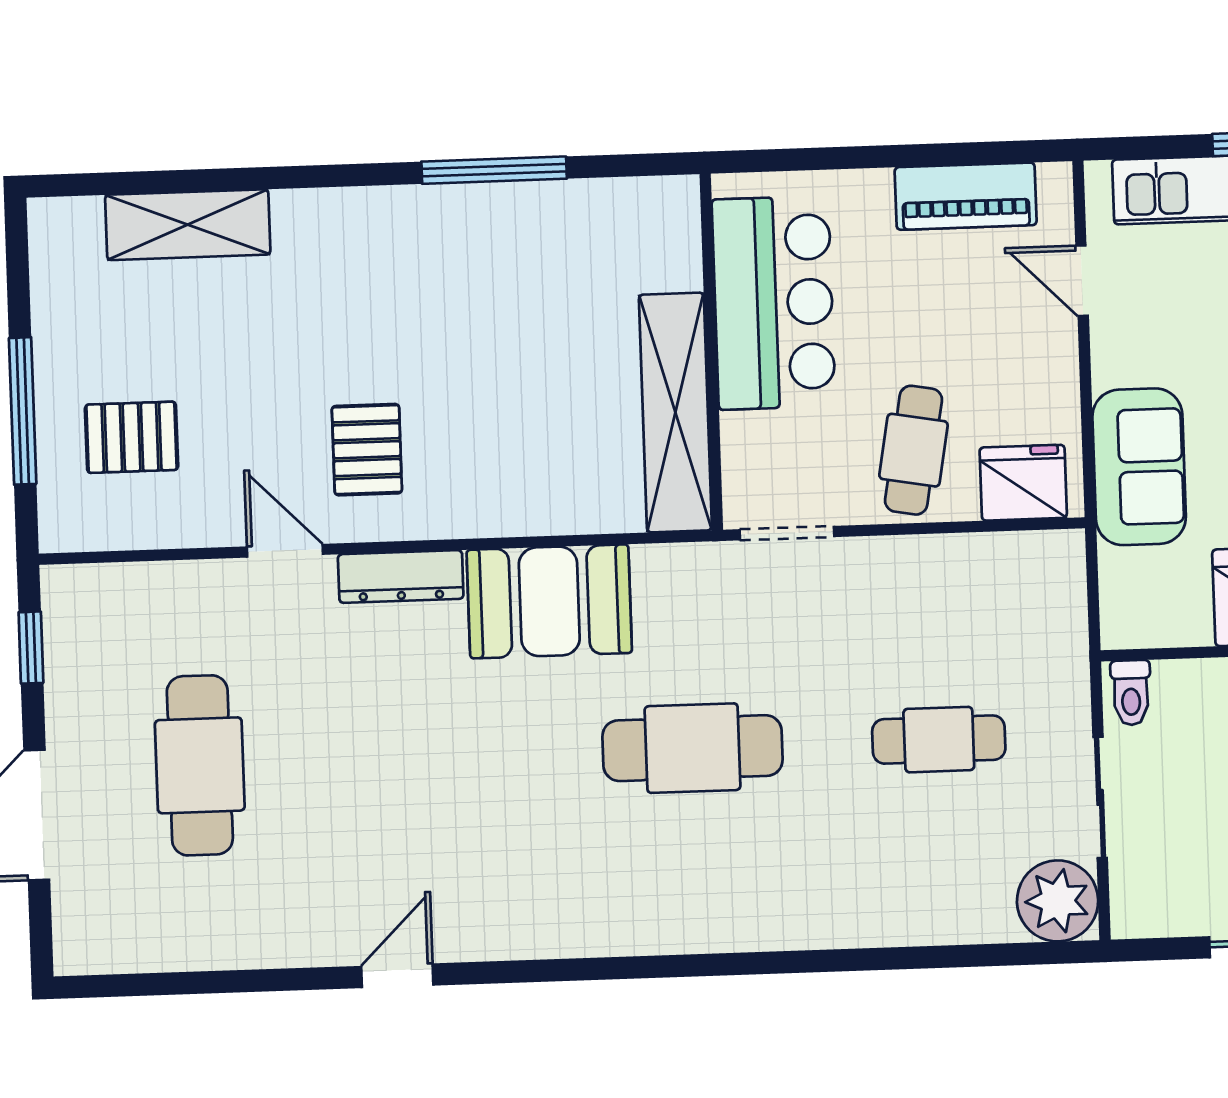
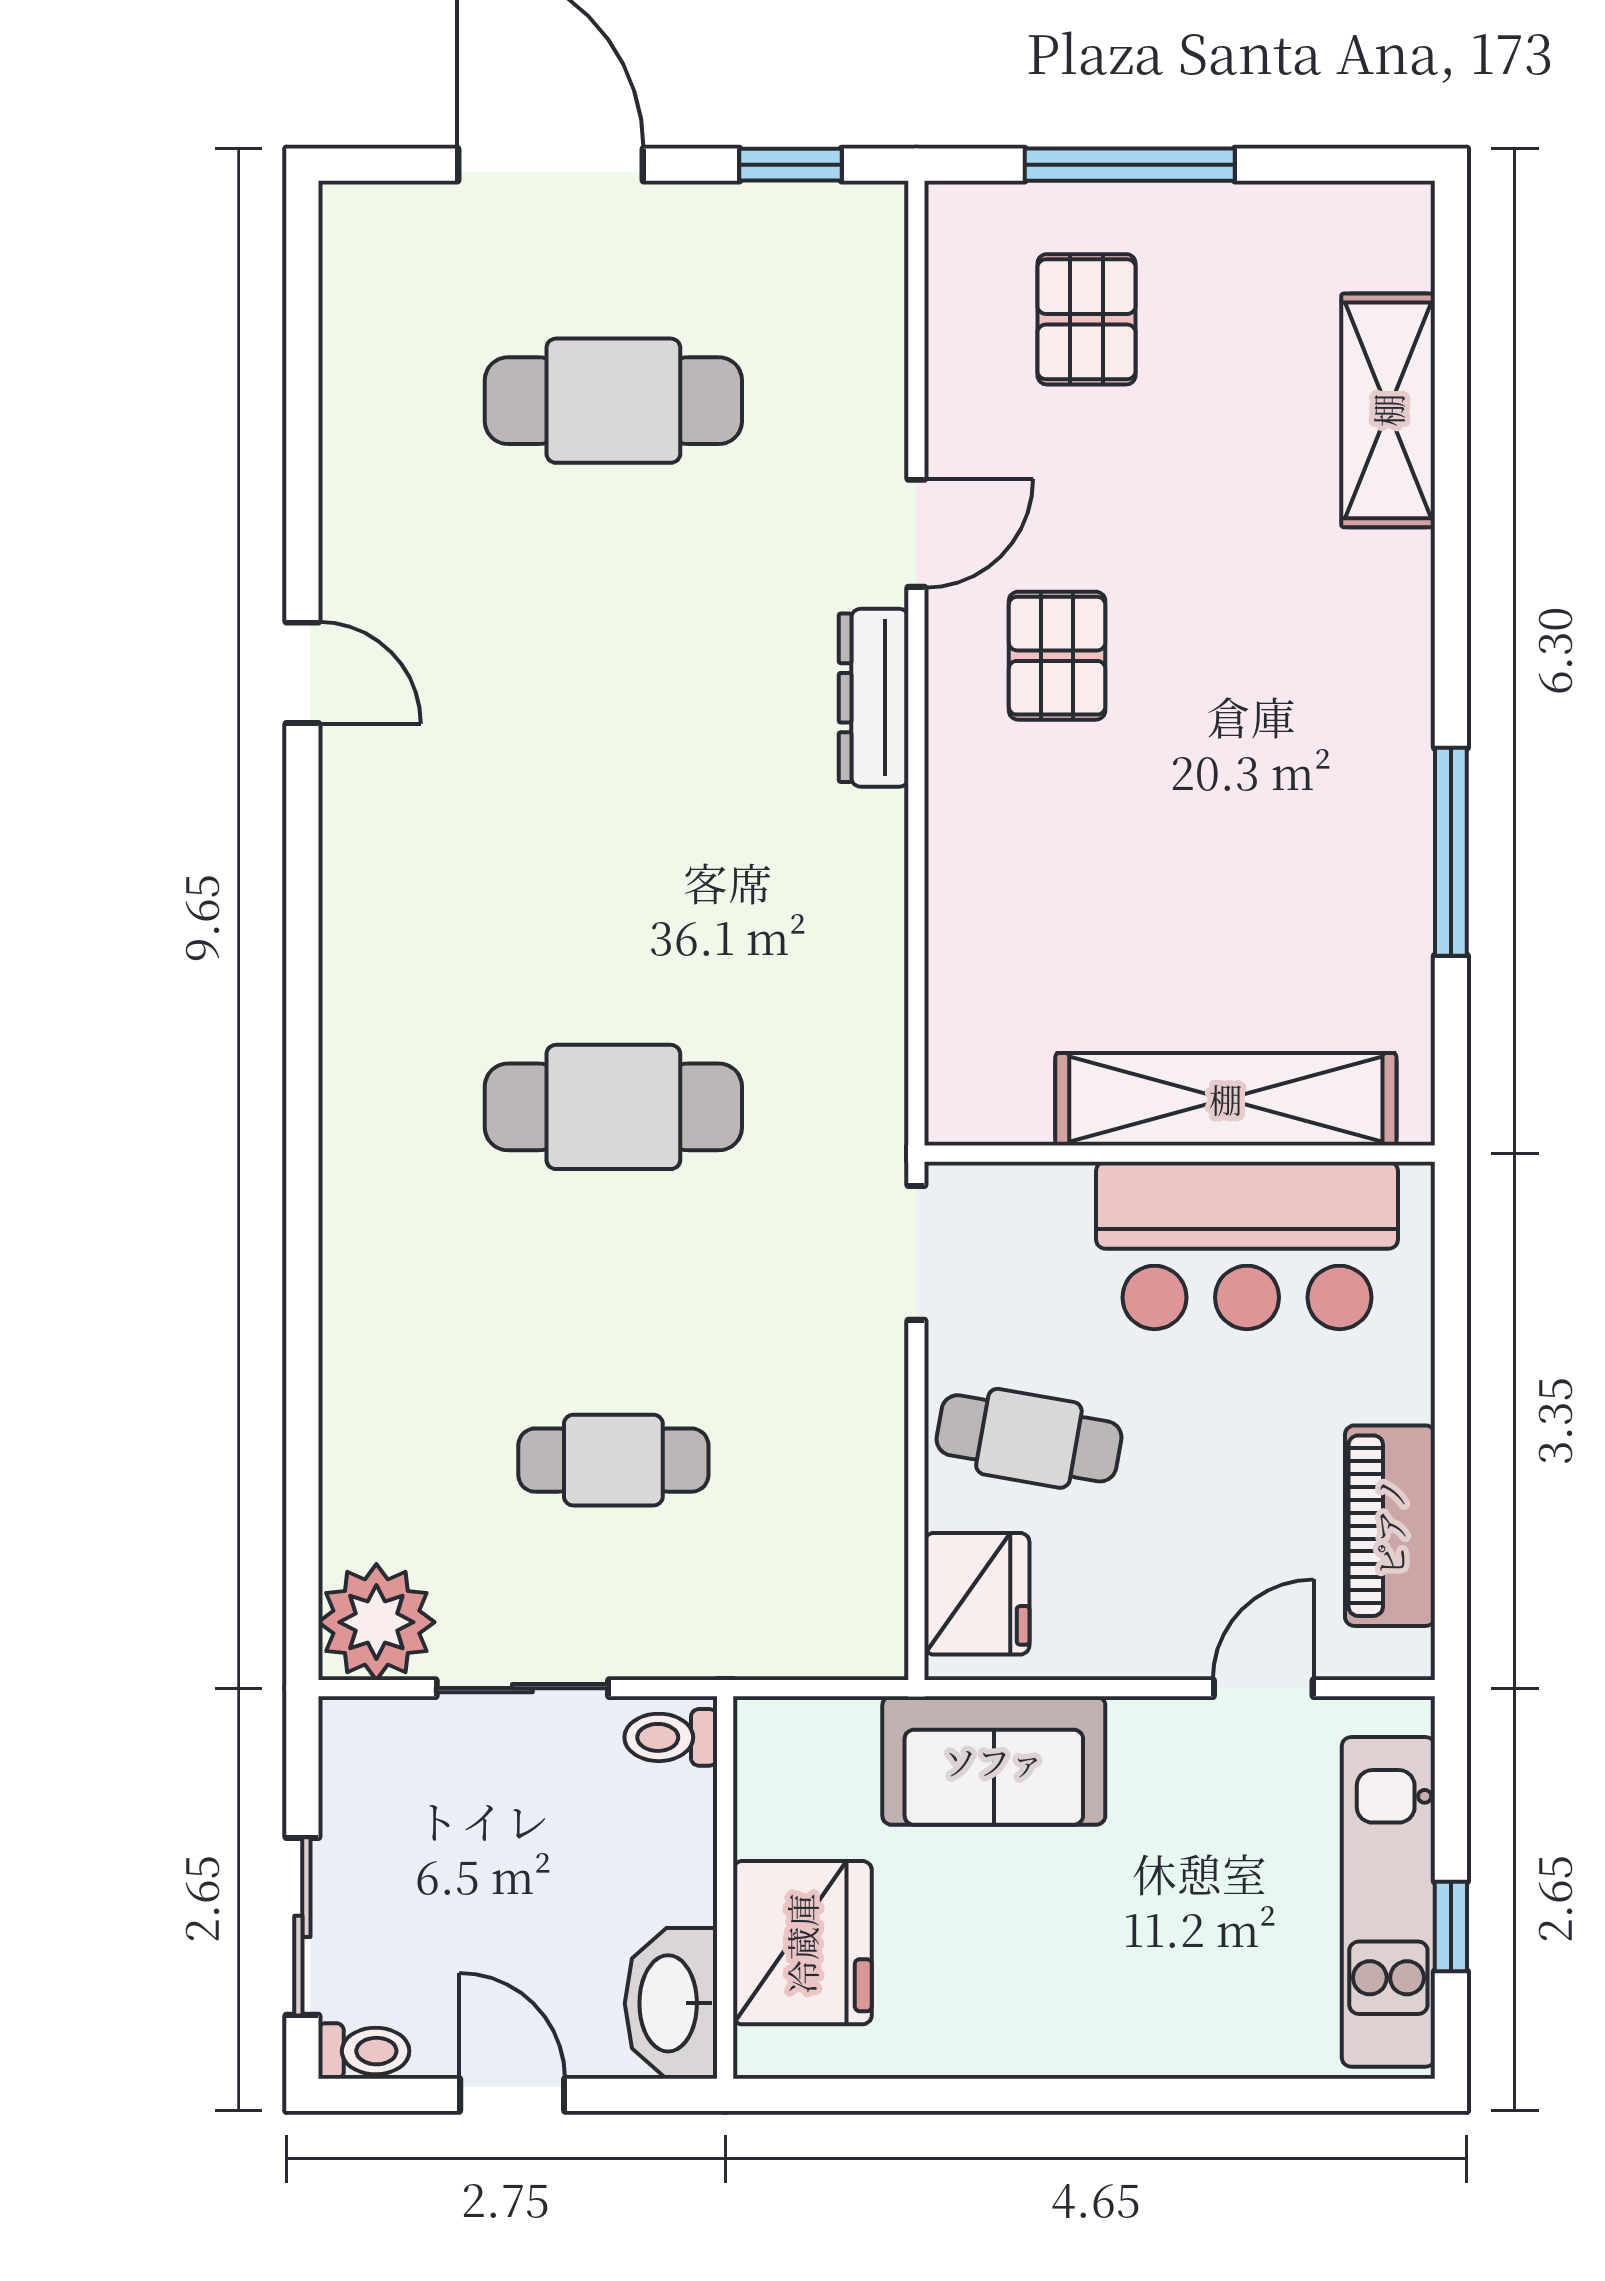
shelving: (675, 412) -> (1226, 1099), moved
pallet: (367, 450) -> (1057, 656), turned 90
booth: (549, 601) -> (831, 909), removed
cafe table: (939, 740) -> (613, 1460), turned 90
cafe table: (692, 748) -> (613, 1107), turned 90

